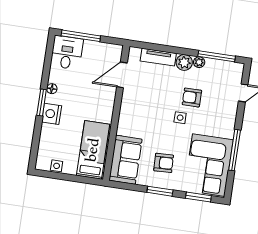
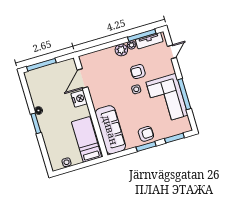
desk: (67, 53) -> (37, 81), removed
tv unit: (158, 57) -> (149, 41), moved
nightstand: (52, 114) -> (79, 99), moved, turned 180
sofa: (126, 160) -> (110, 130), width x1.36
armchair: (164, 163) -> (146, 134), moved
corner sofa: (209, 165) -> (167, 99), moved

